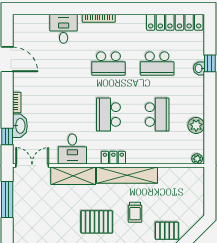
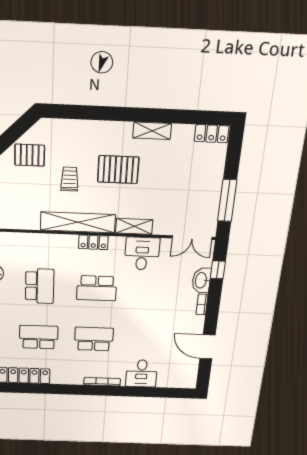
school desk: (108, 115) -> (97, 288), turned 90
school desk: (157, 115) -> (40, 286), turned 180
shelving: (73, 176) -> (134, 226), width x0.67, depth x0.75

